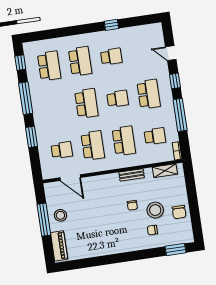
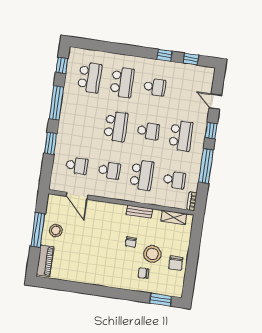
window: (137, 21) -> (191, 59), added
school desk: (93, 145) -> (109, 170), width x0.54

